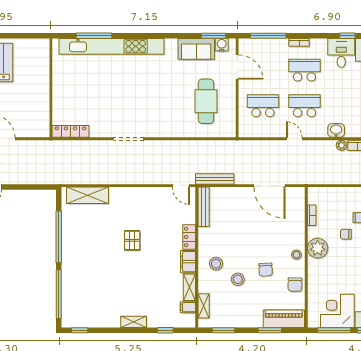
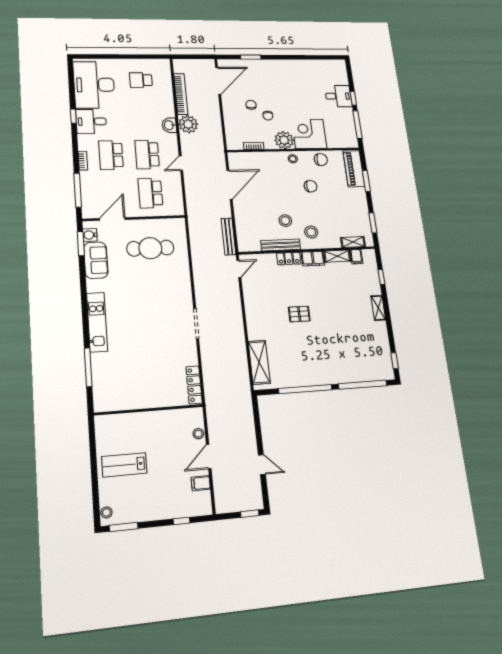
kitchen unit: (112, 46) -> (97, 322), width x0.54
stool: (25, 131) -> (198, 434), added
plant: (342, 145) -> (188, 124), width x1.88, depth x1.88
bench: (204, 207) -> (281, 245), moved
stool: (238, 279) -> (285, 221), moved
corner desk: (337, 311) -> (309, 134), moved, turned 90

